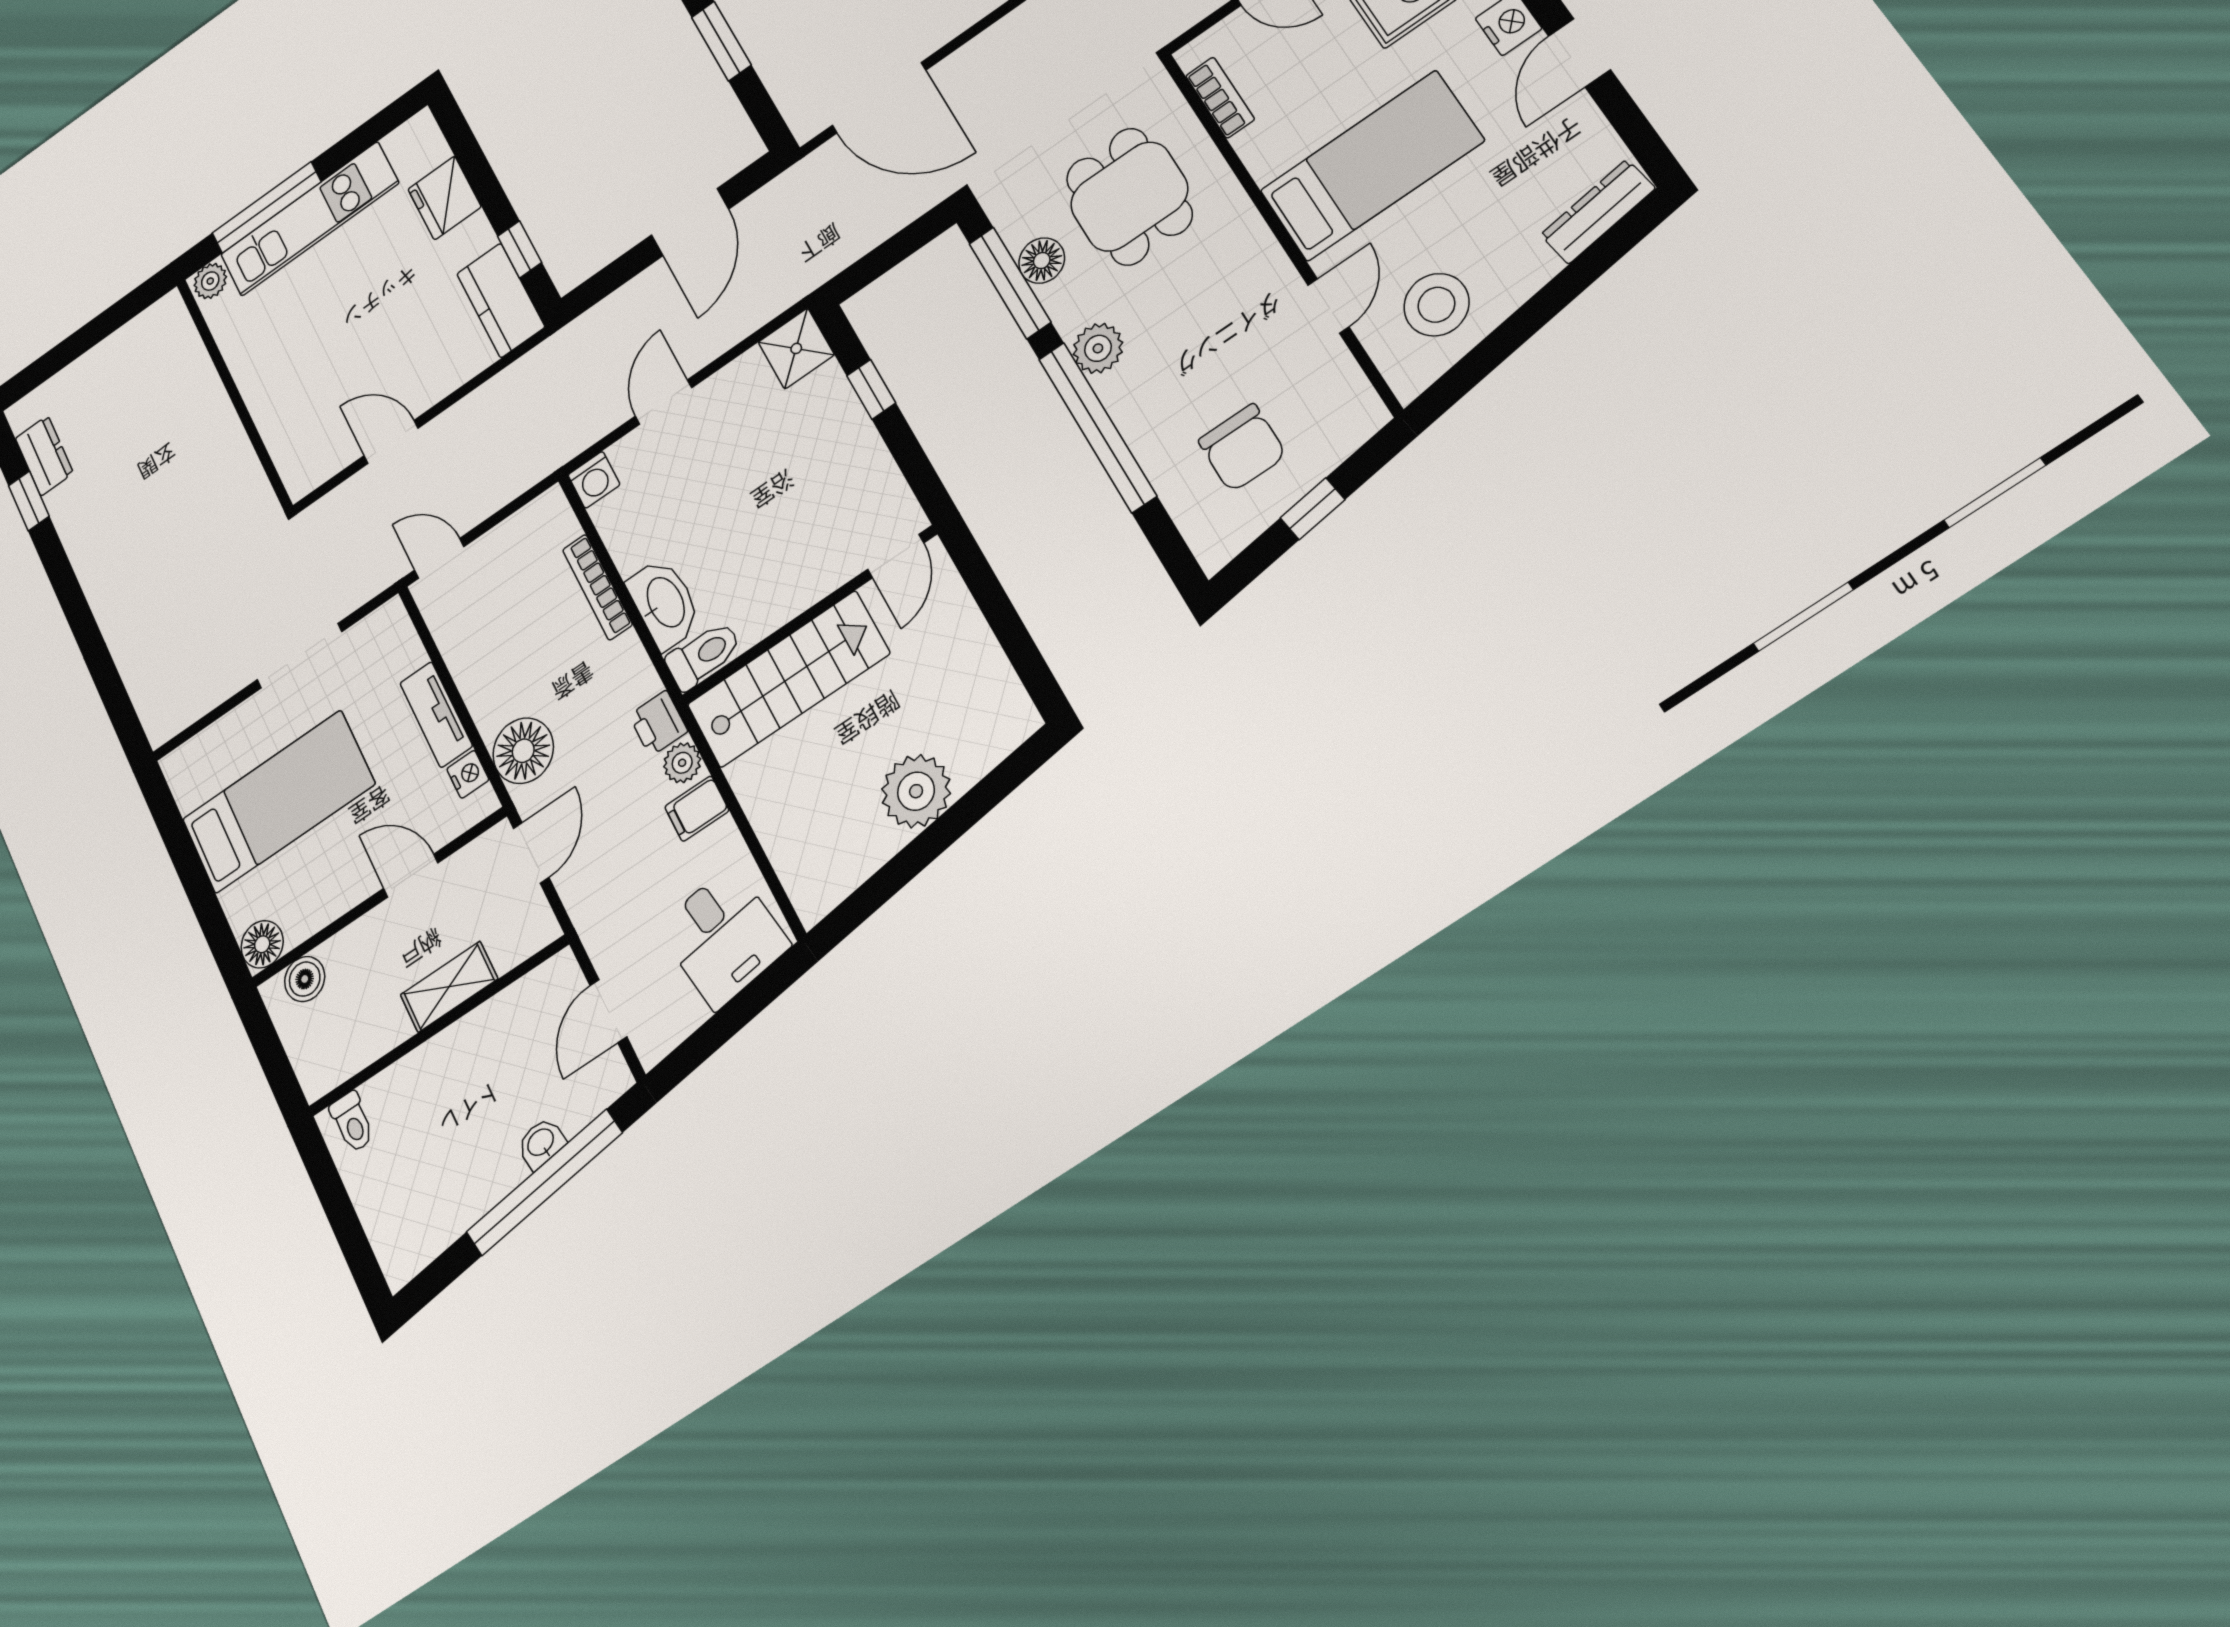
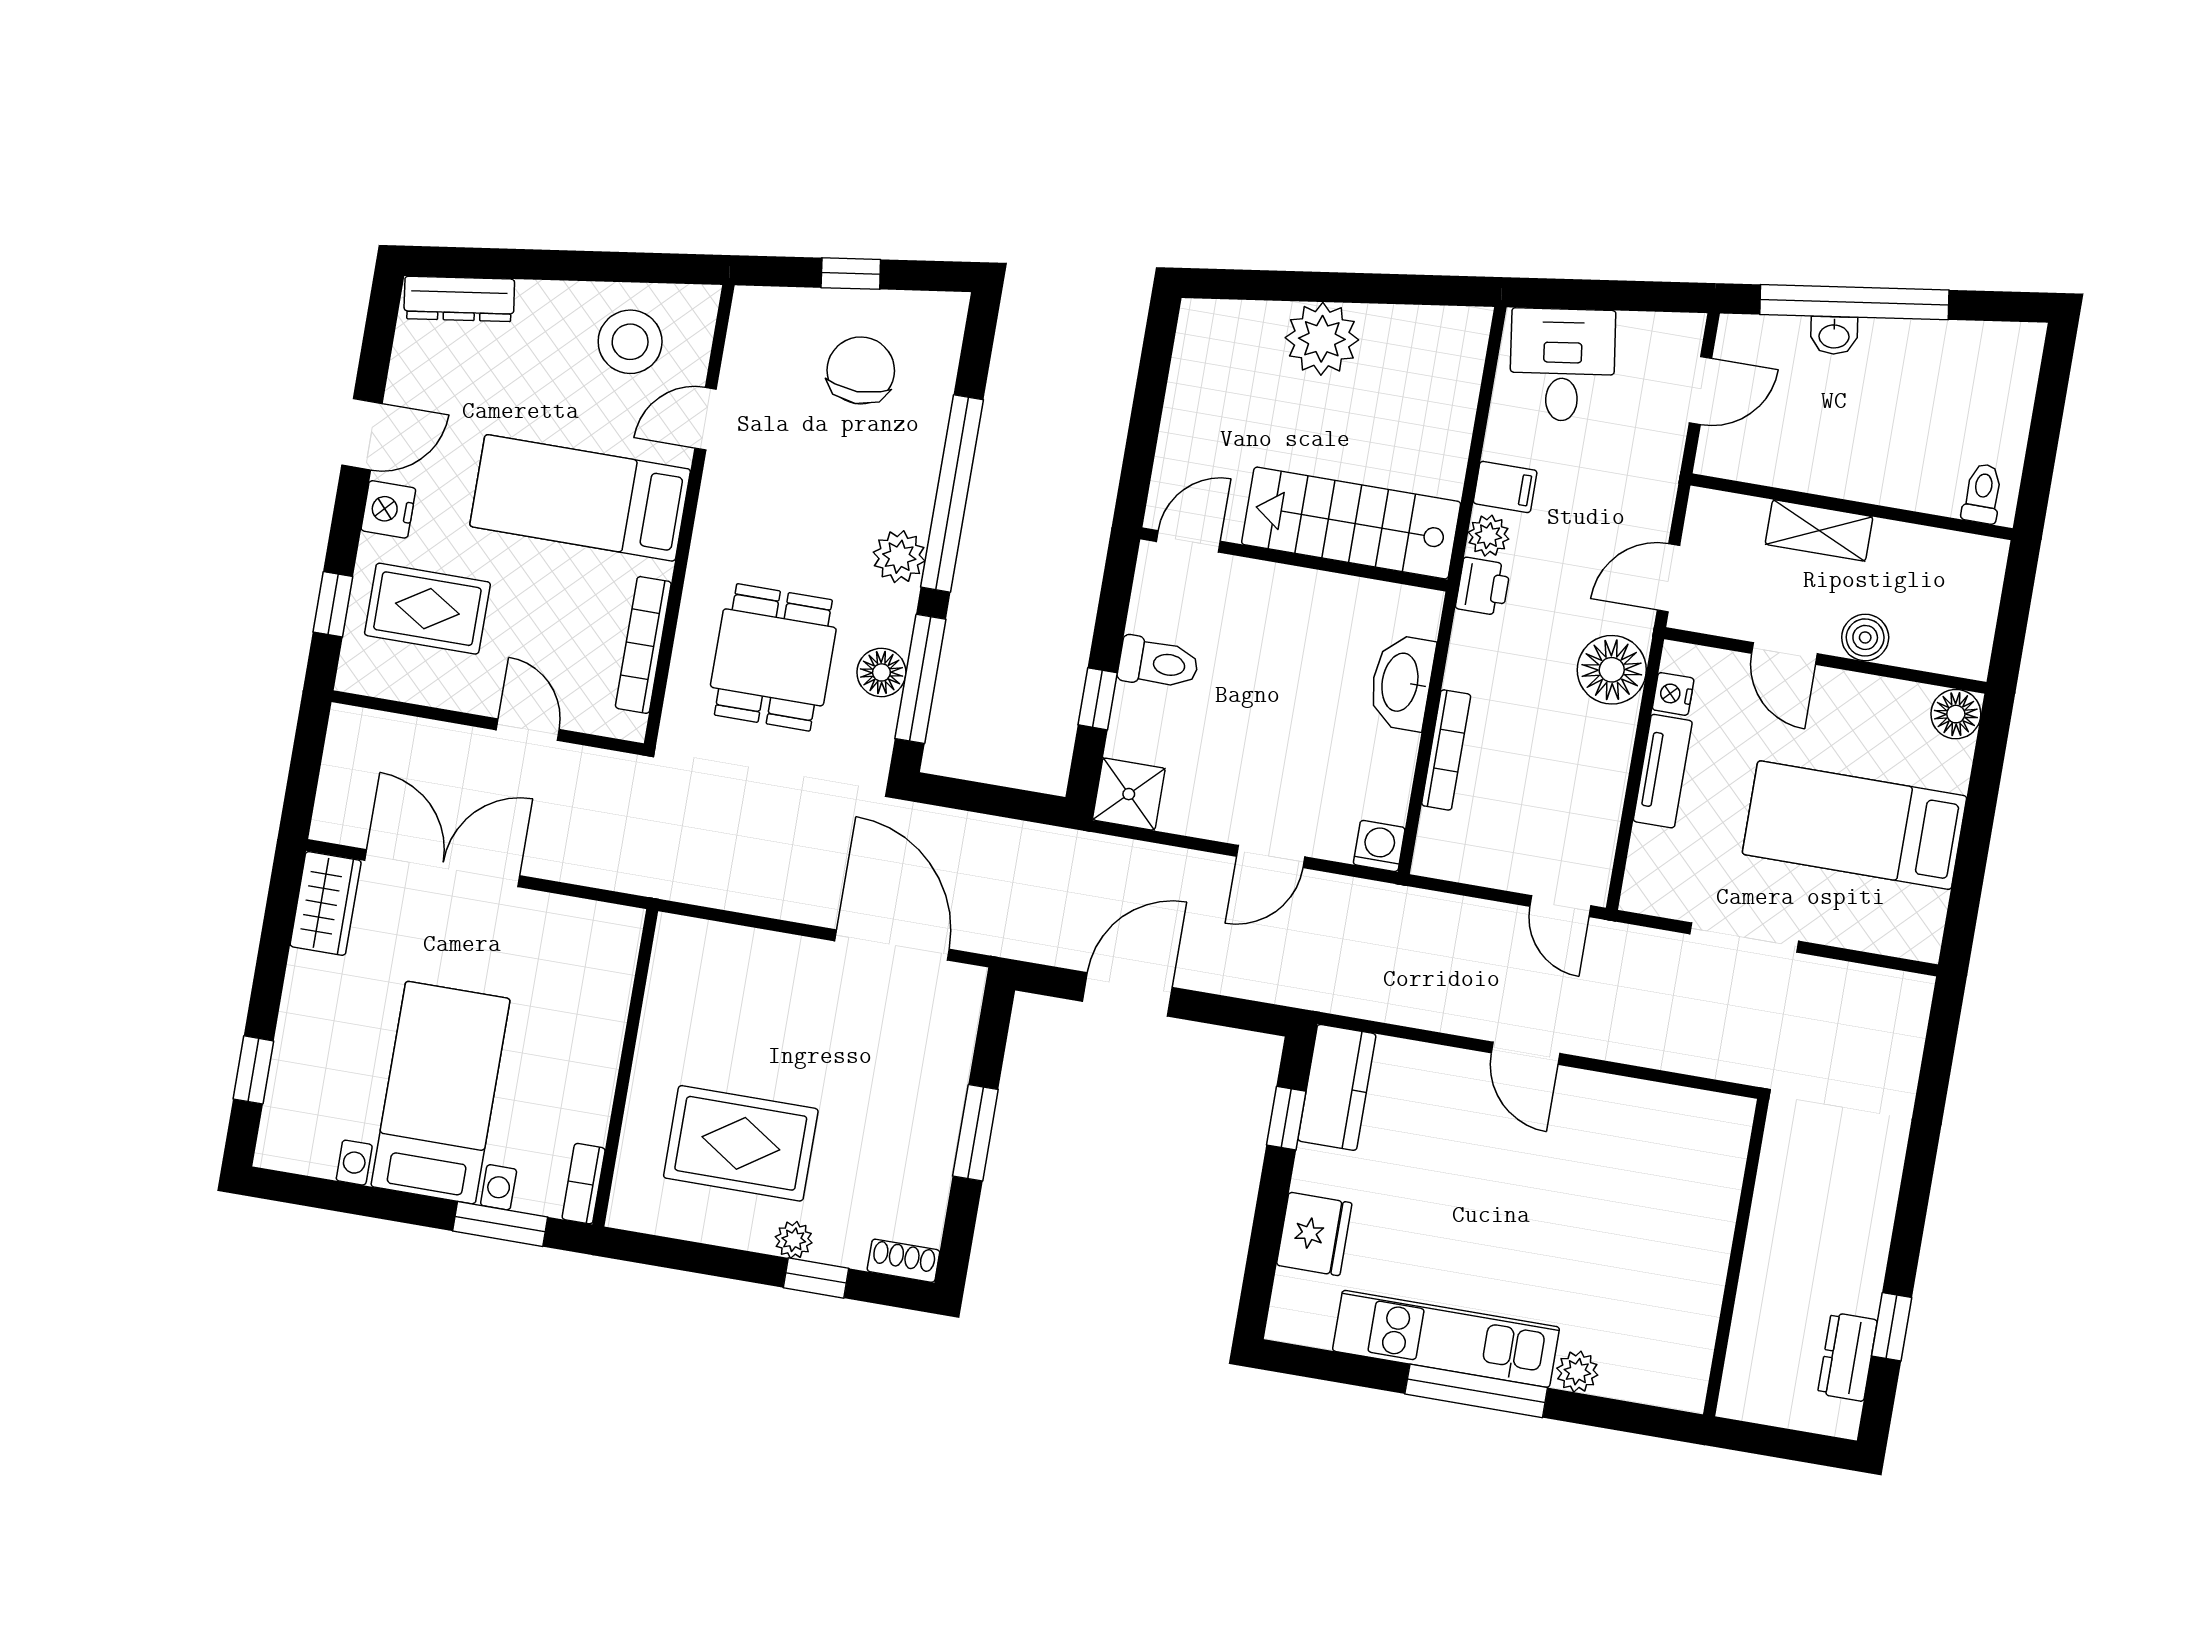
bookcase: (1220, 98) -> (643, 645), width x1.56
wall: (234, 394) -> (1736, 1258), moved
toilet: (703, 655) -> (1158, 663), moved, turned 180
boiler: (305, 979) -> (1865, 637), moved

